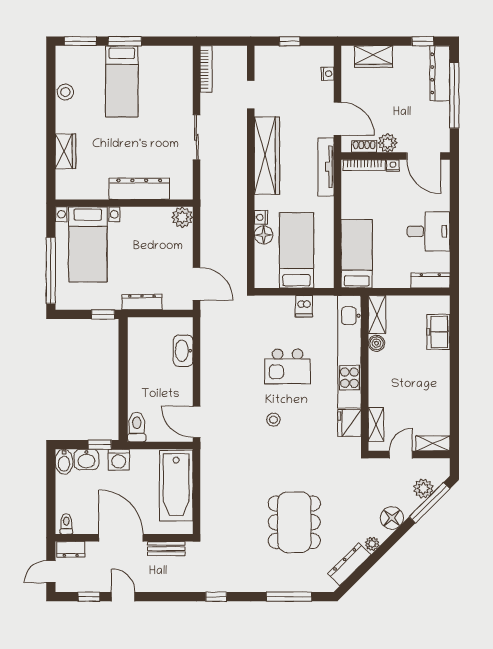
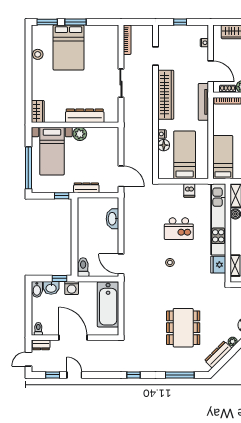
bed: (122, 81) -> (68, 48), width x1.50
wardrobe: (65, 151) -> (38, 112), moved
plant: (182, 217) -> (80, 134), moved
bench: (166, 549) -> (102, 344), removed

